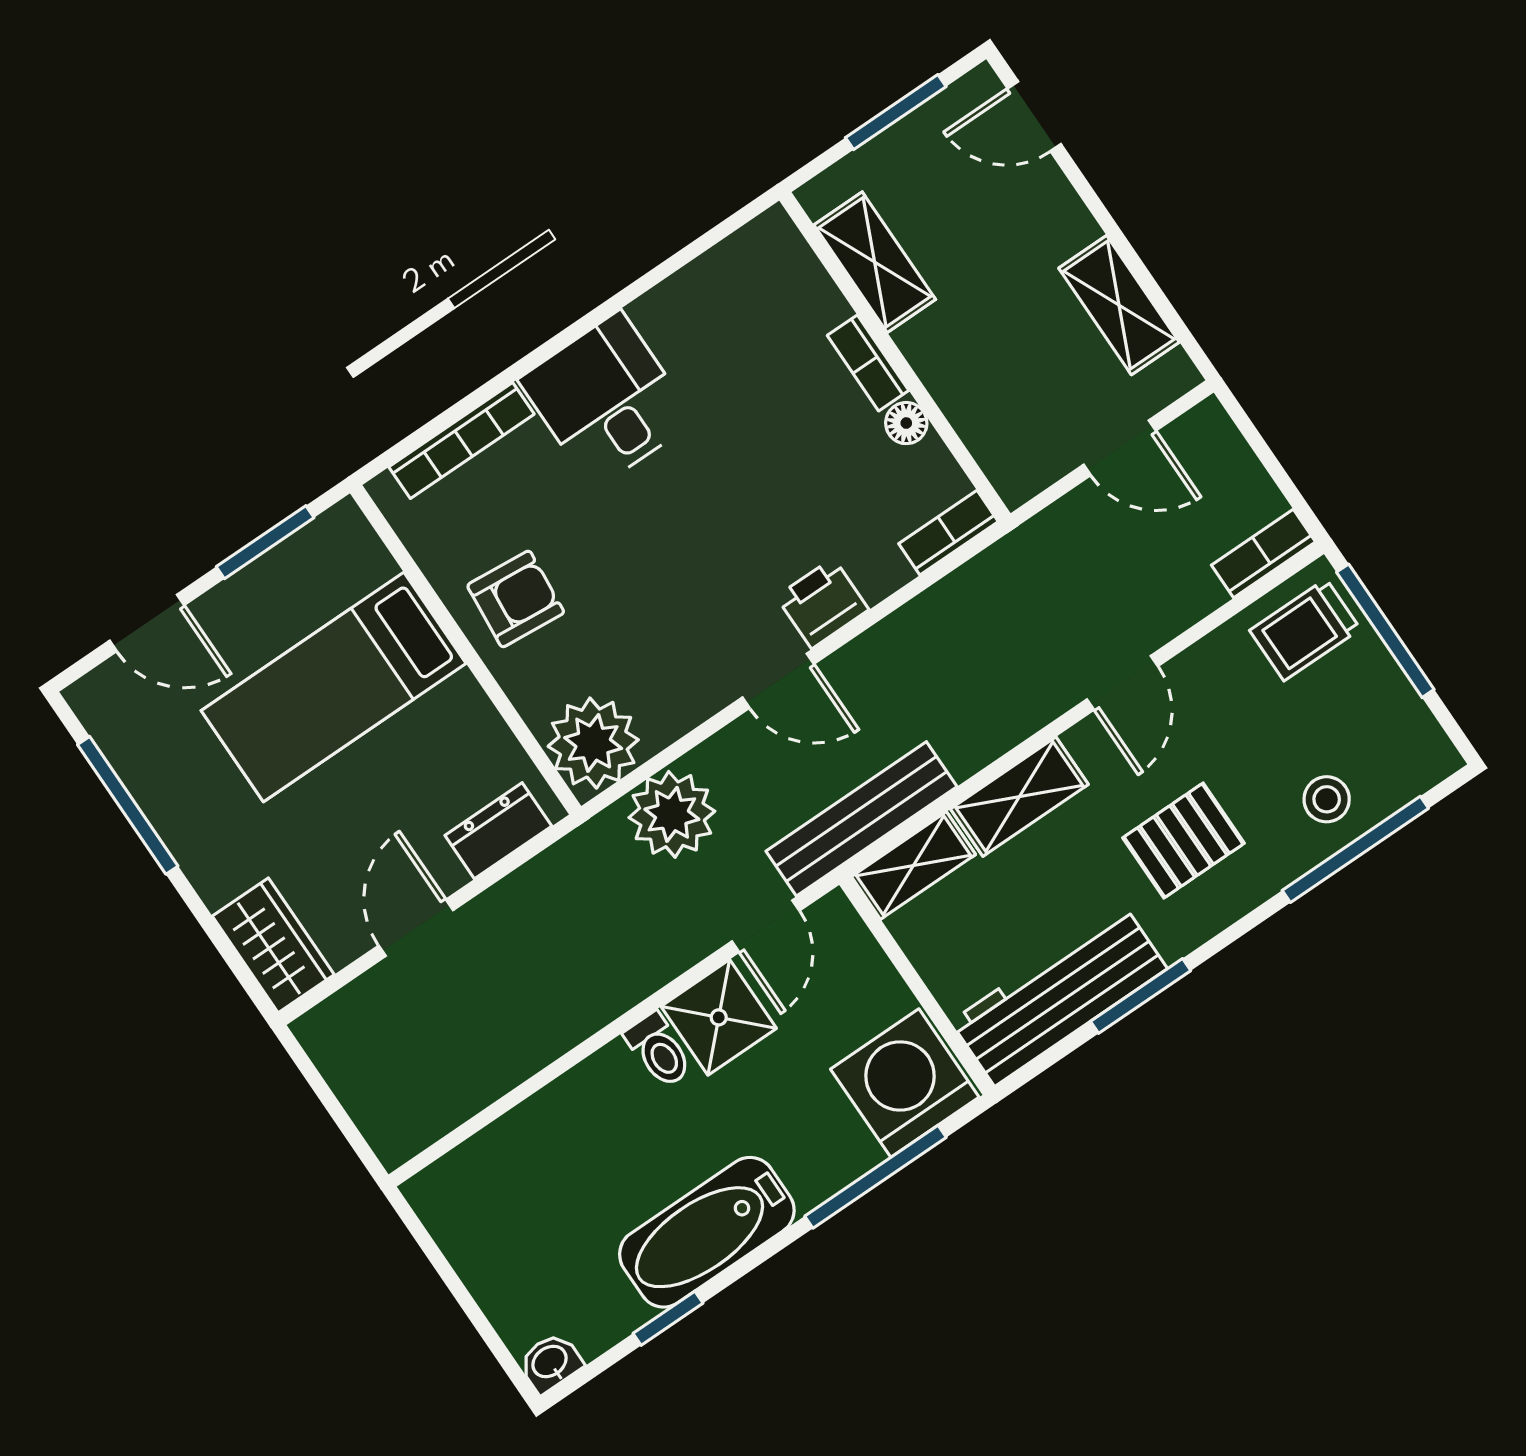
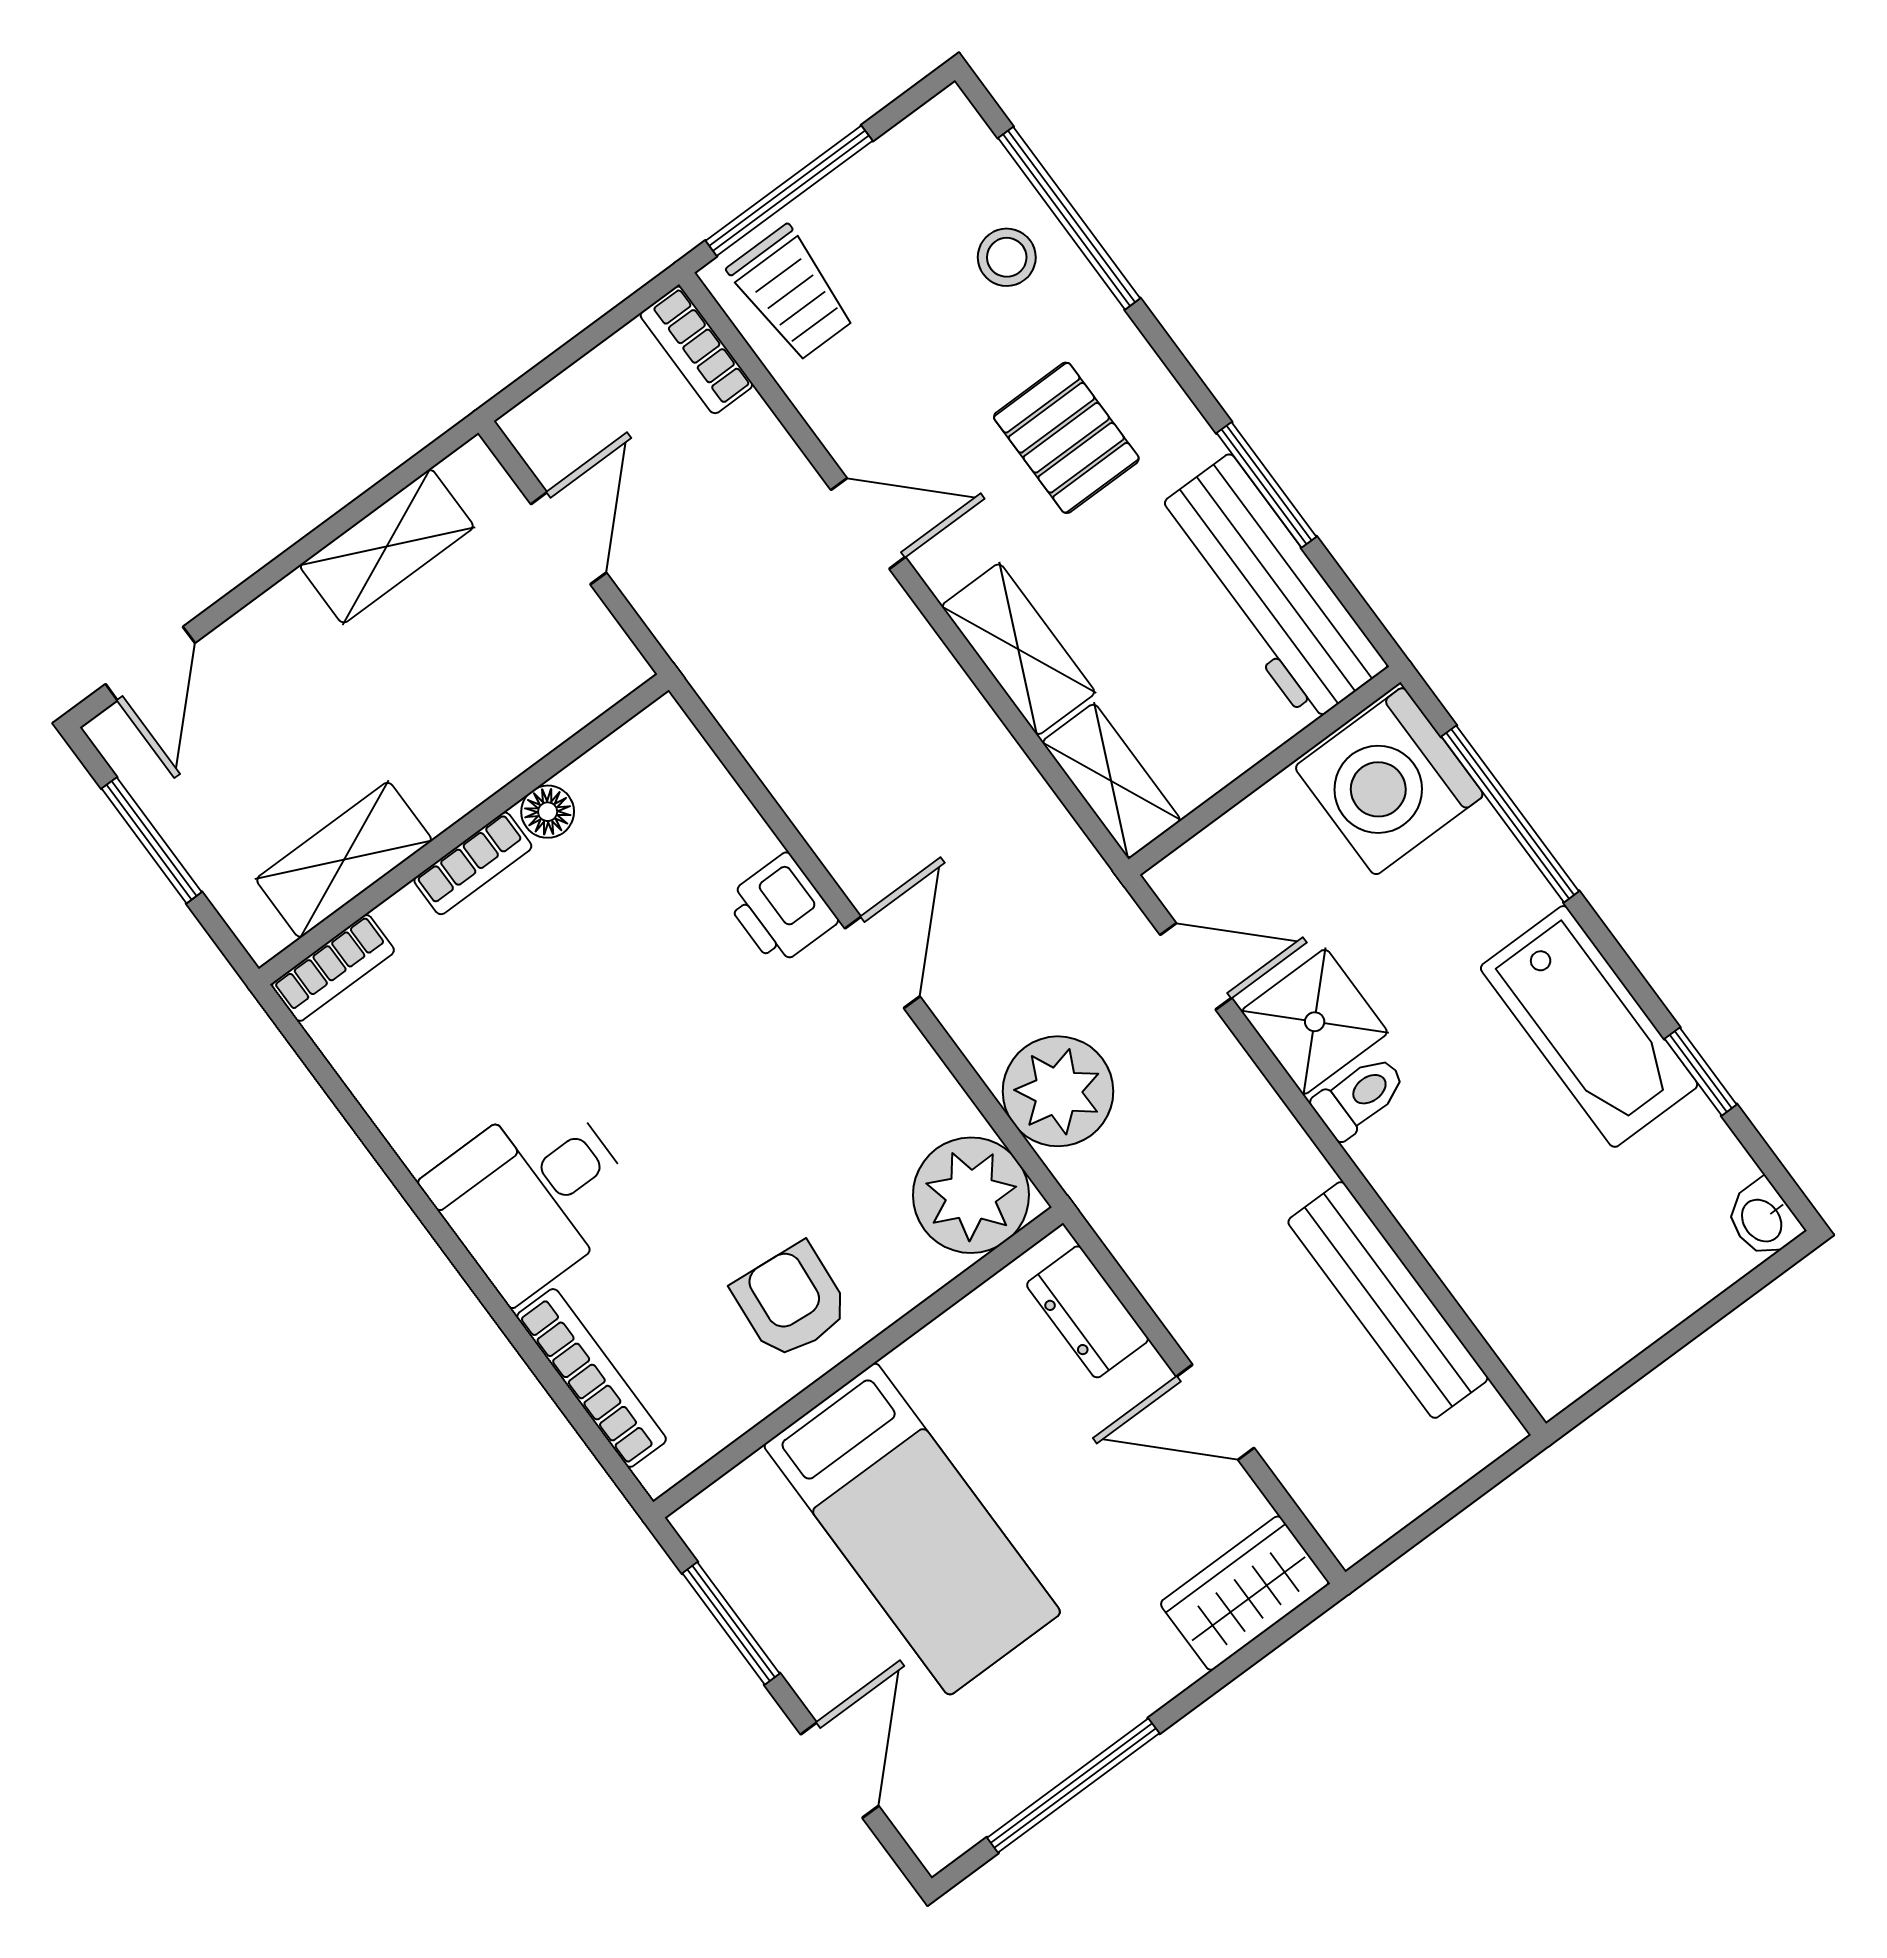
bookcase: (948, 533) -> (333, 968), moved, turned -90
bench: (861, 819) -> (1388, 1300), moved

